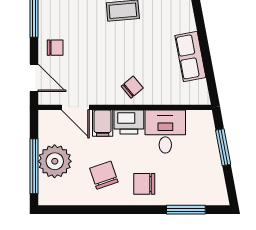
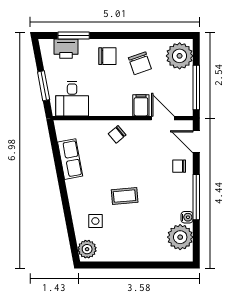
printer: (129, 122) -> (66, 49), moved, turned 180
desk: (165, 131) -> (72, 99), moved
plant: (55, 161) -> (180, 56), moved
window: (34, 166) -> (196, 88), moved

